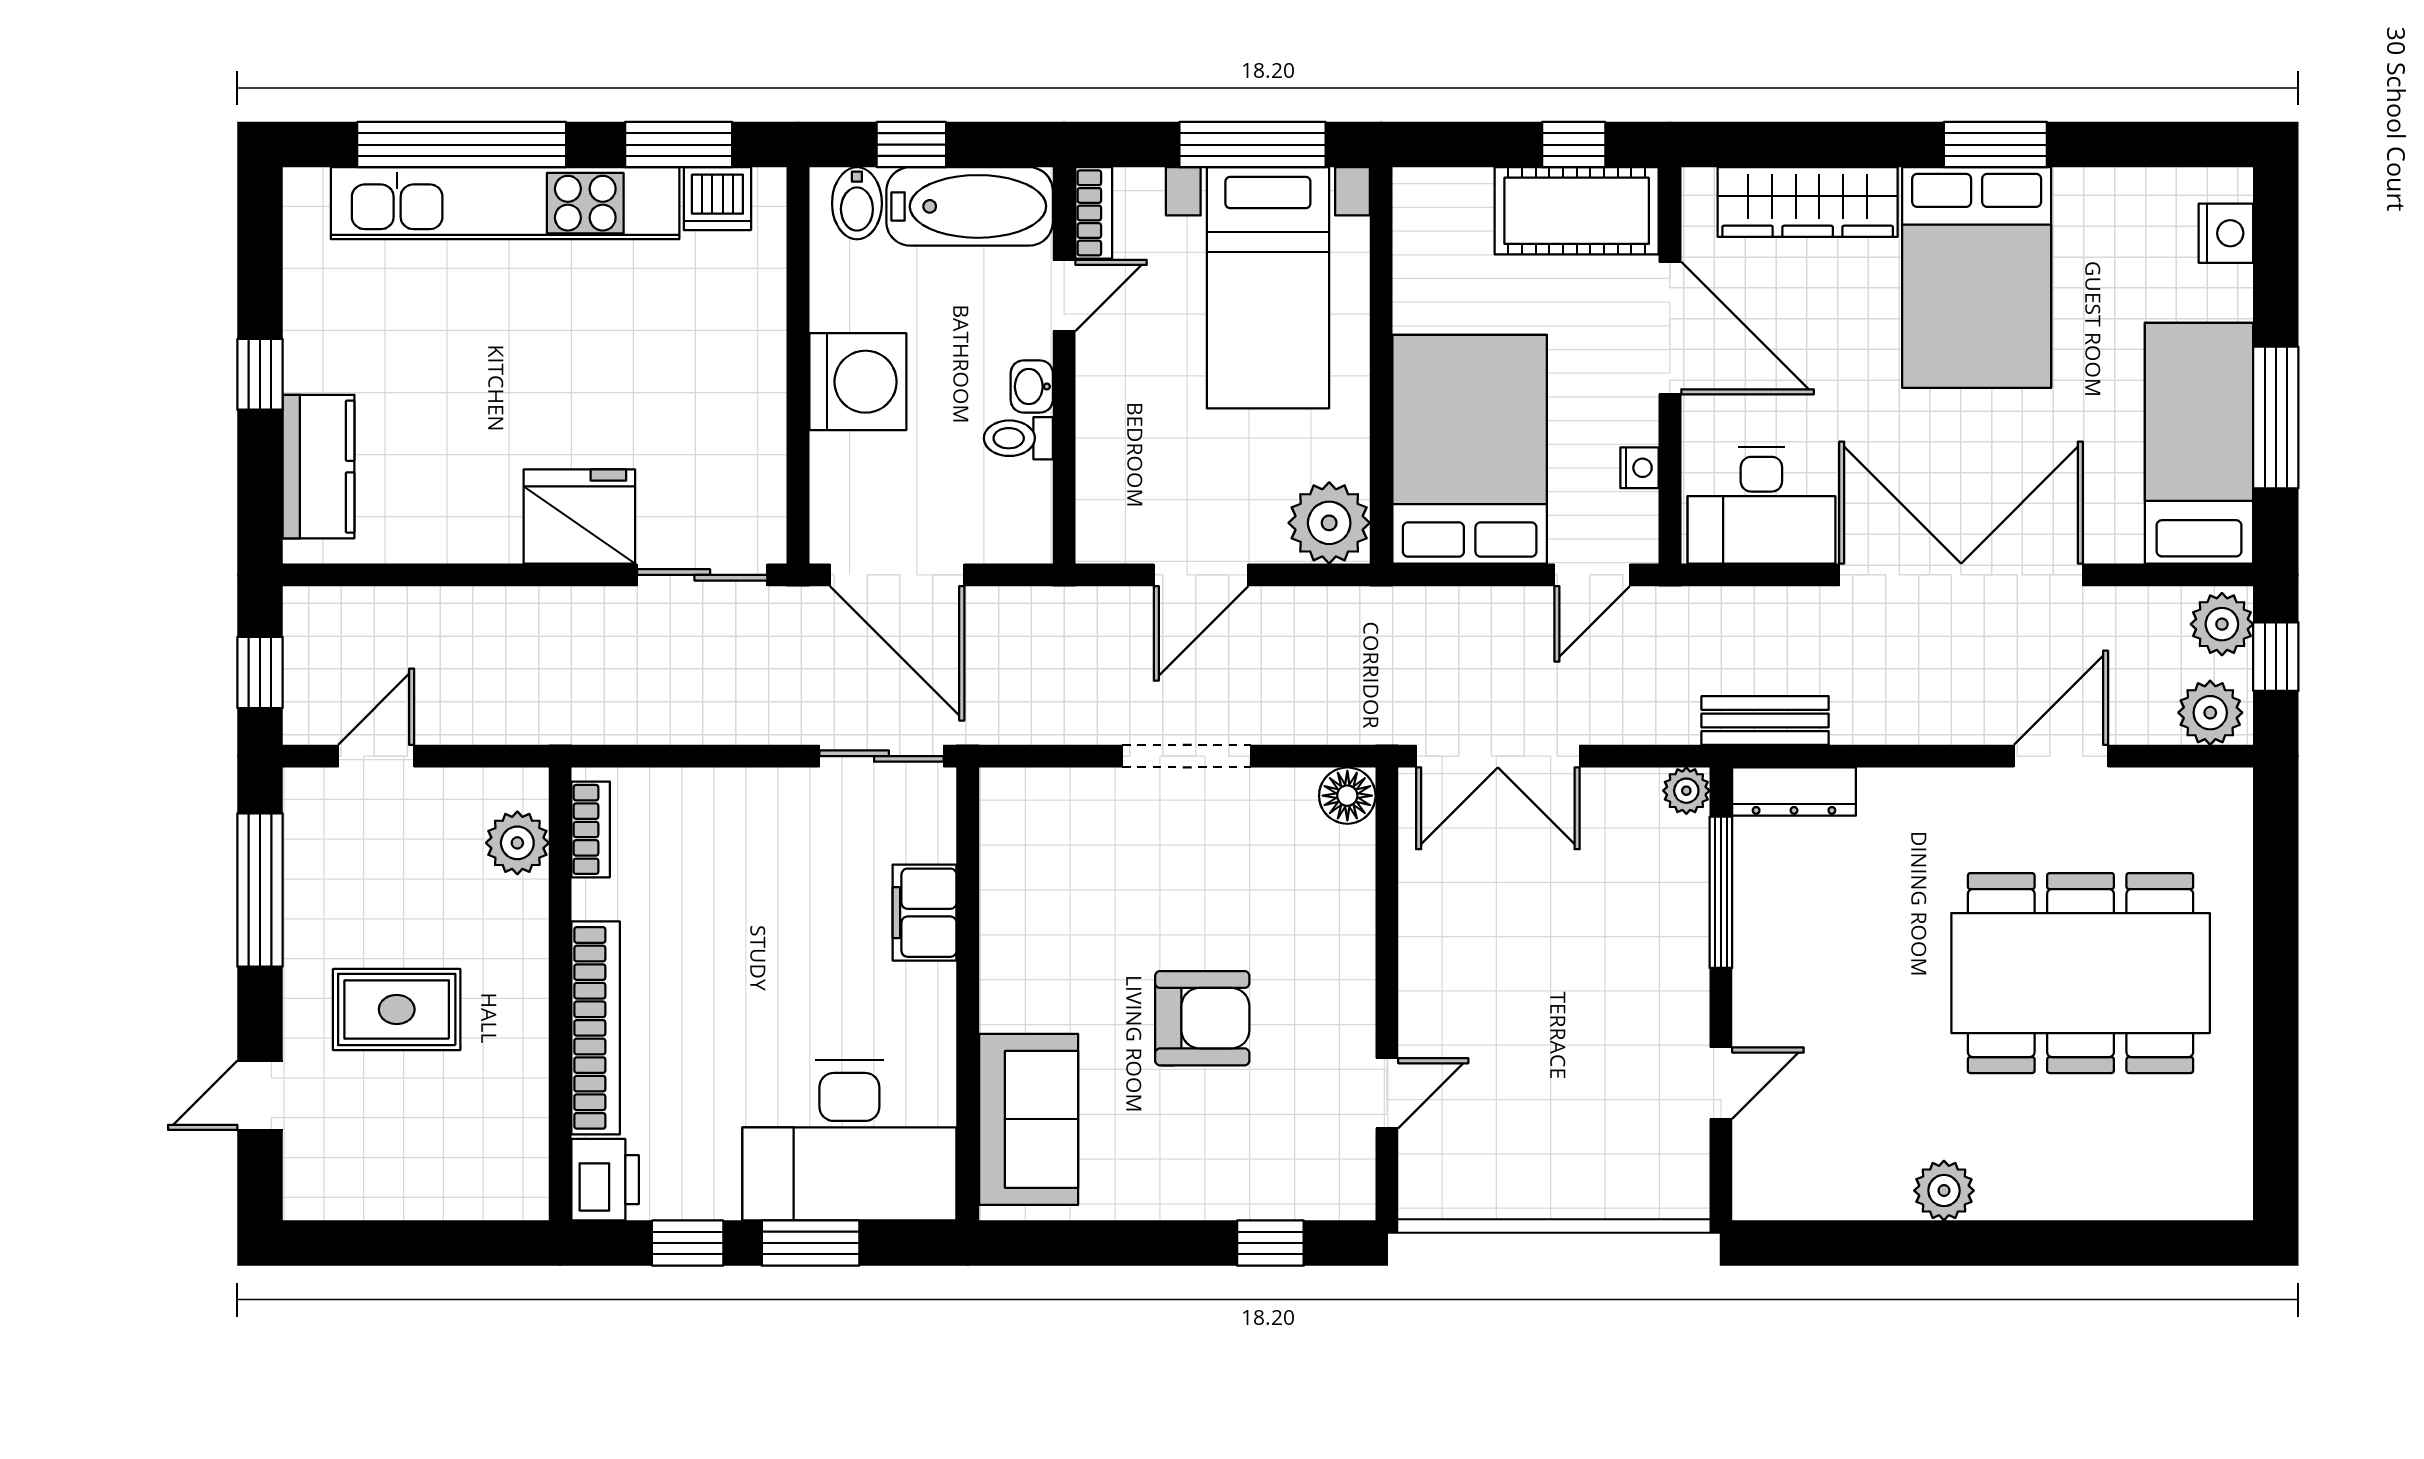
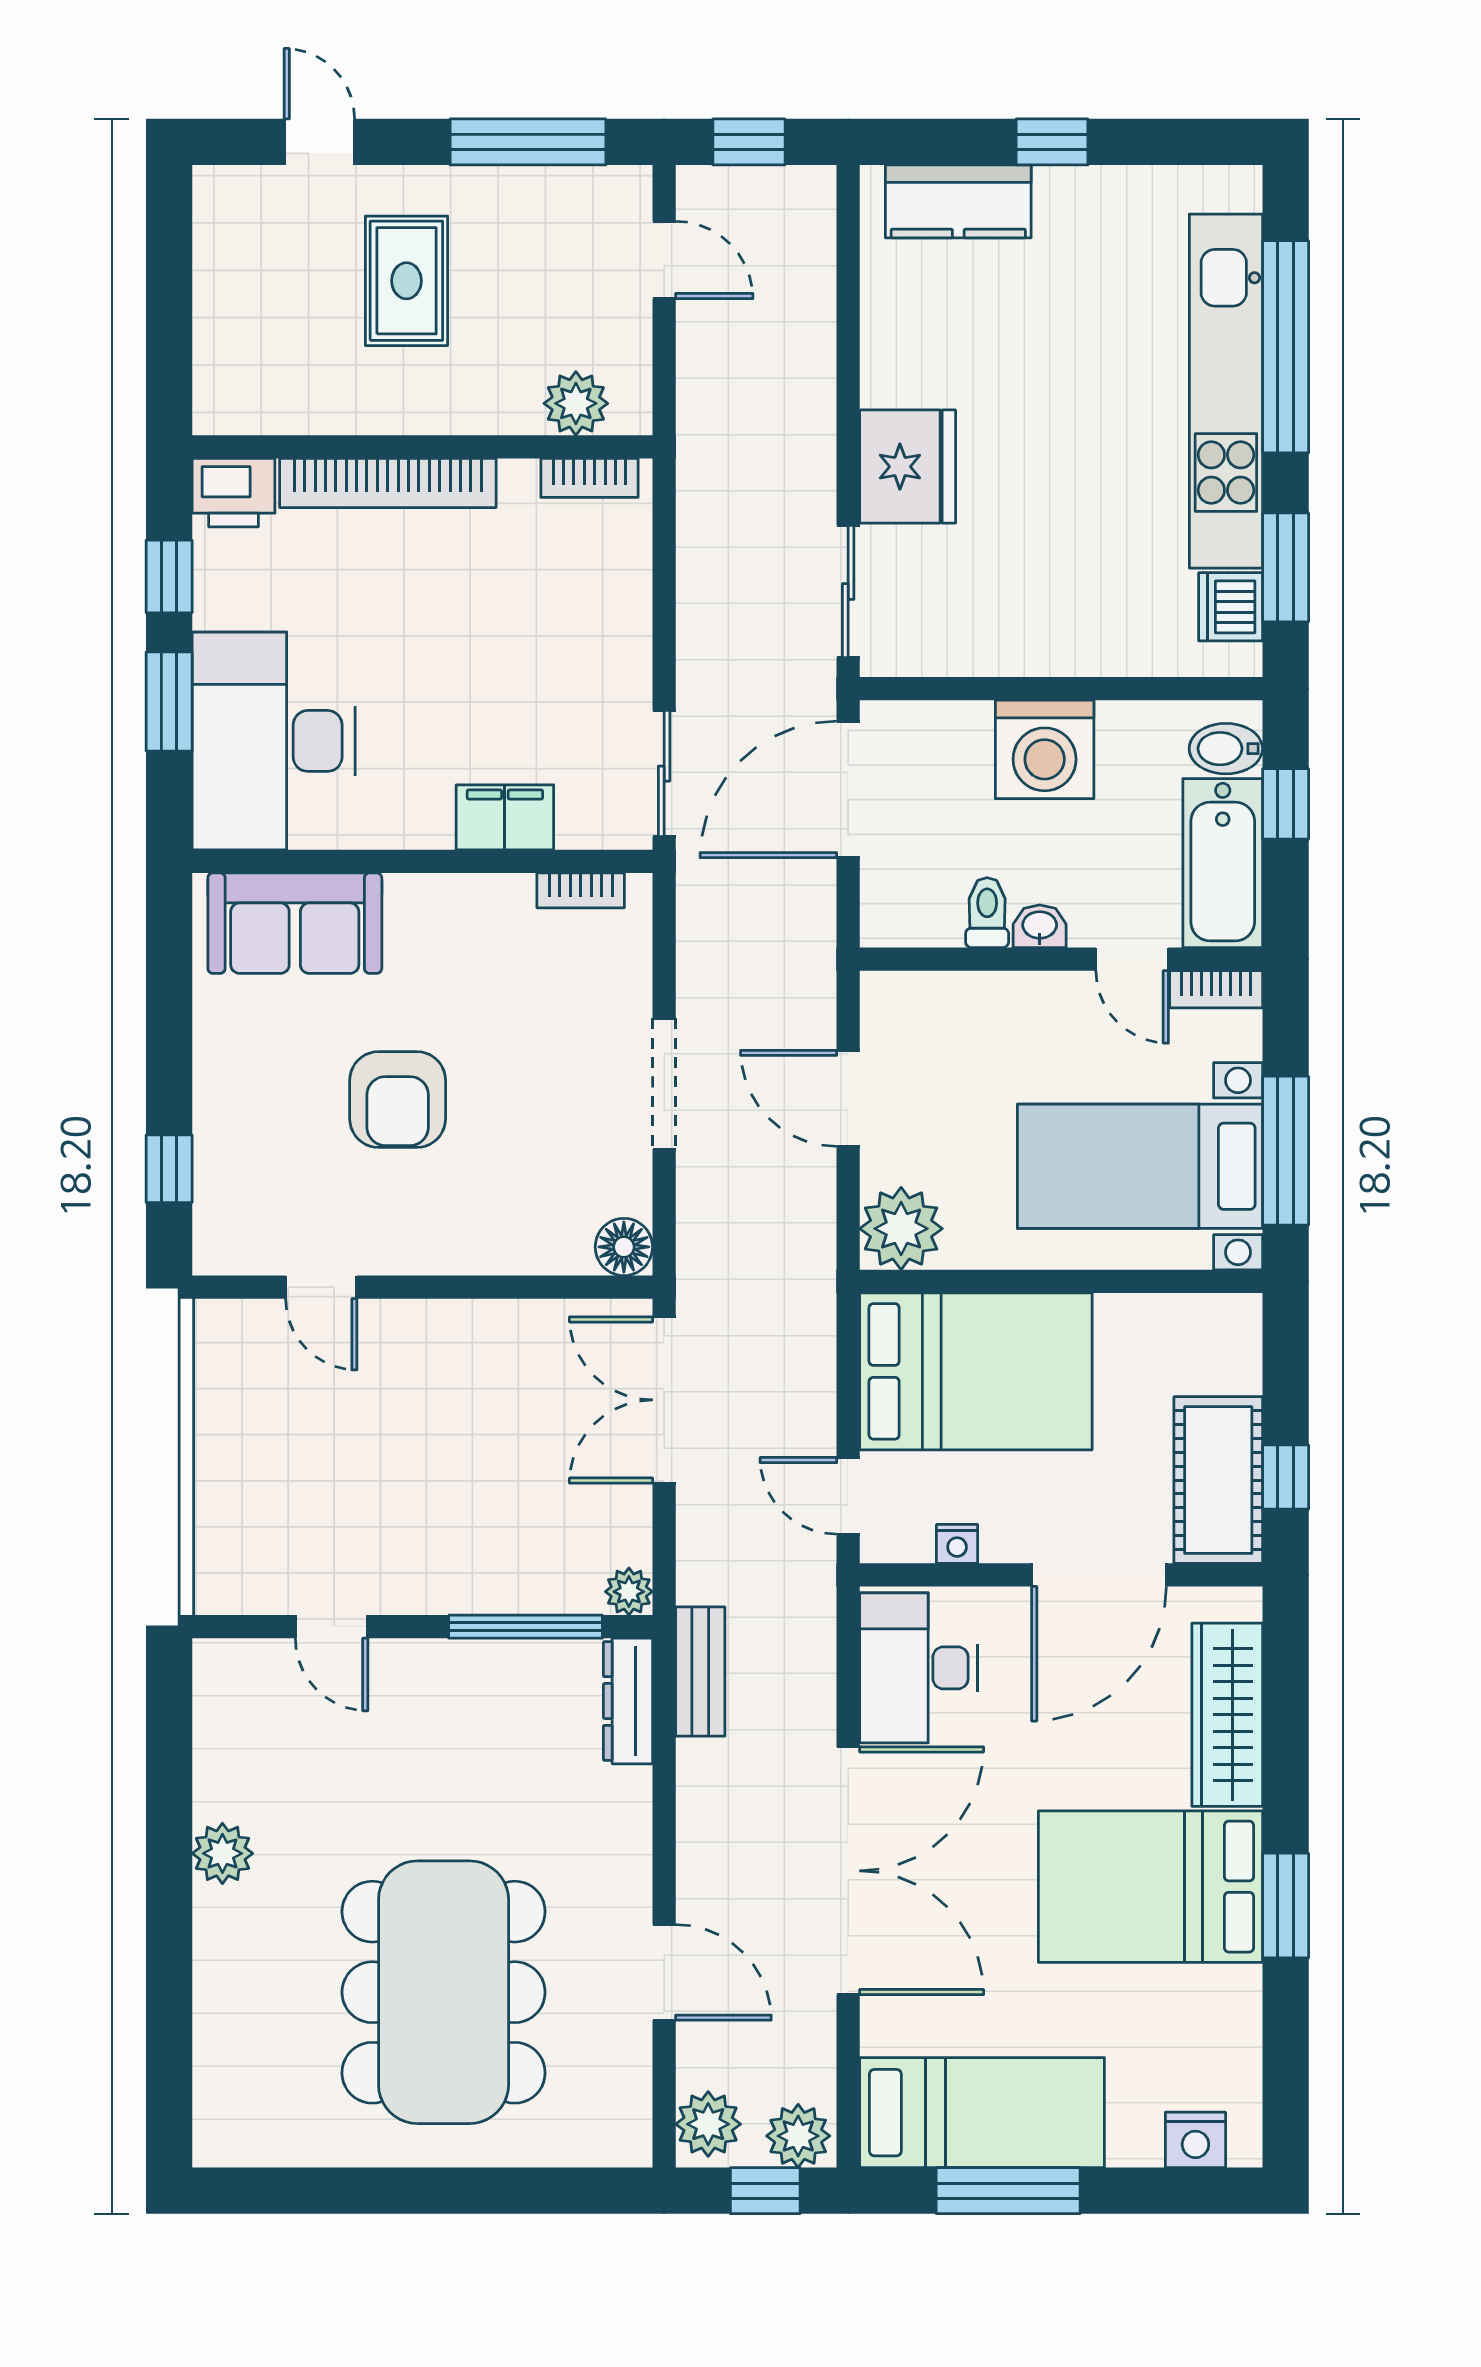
bookcase: (996, 838) -> (581, 890), added

